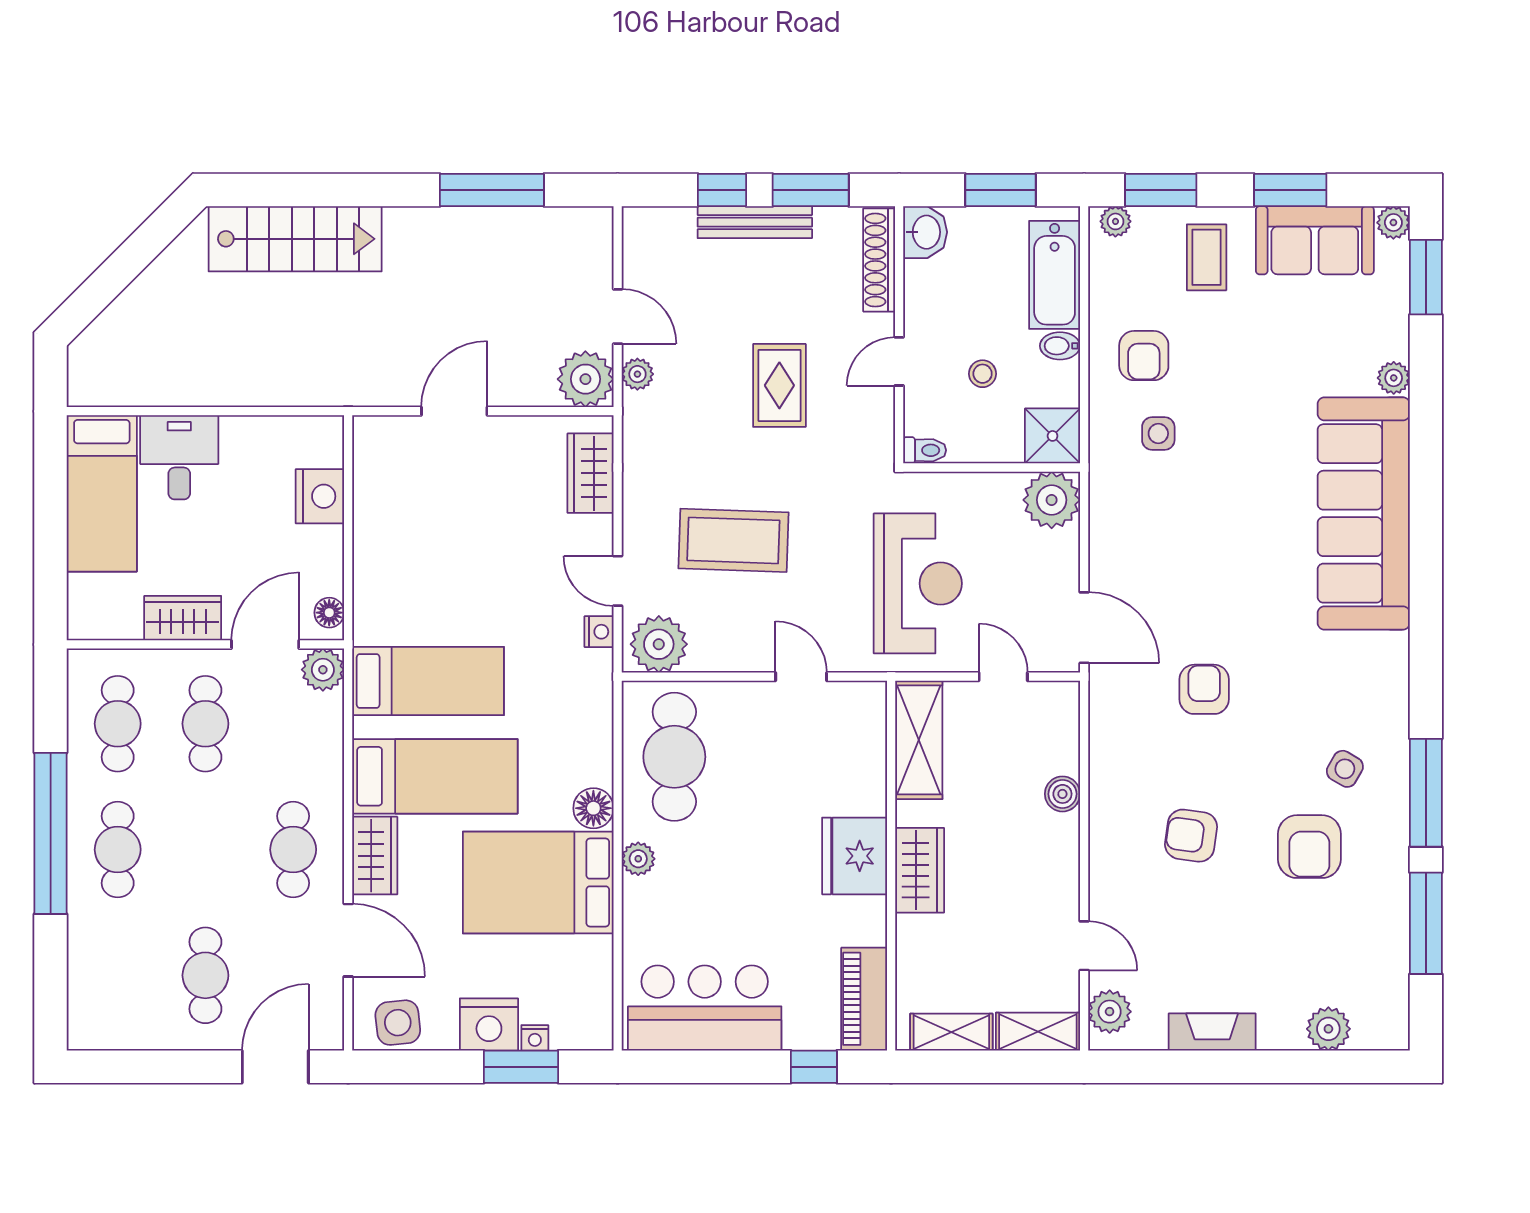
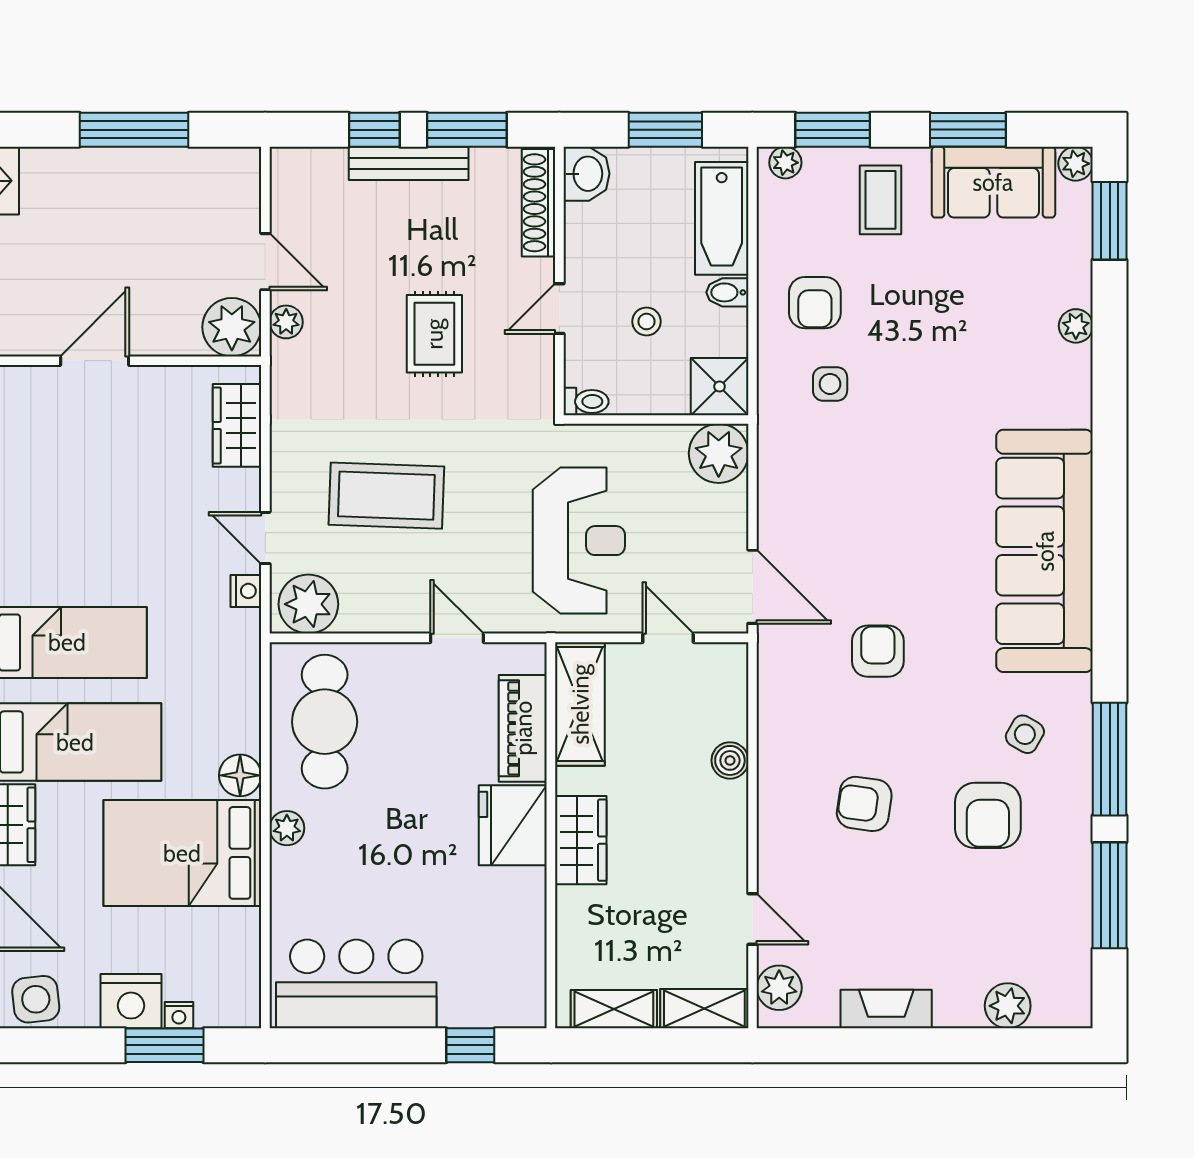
sofa: (1364, 513) -> (1045, 551), moved
piano: (864, 999) -> (523, 728), moved

